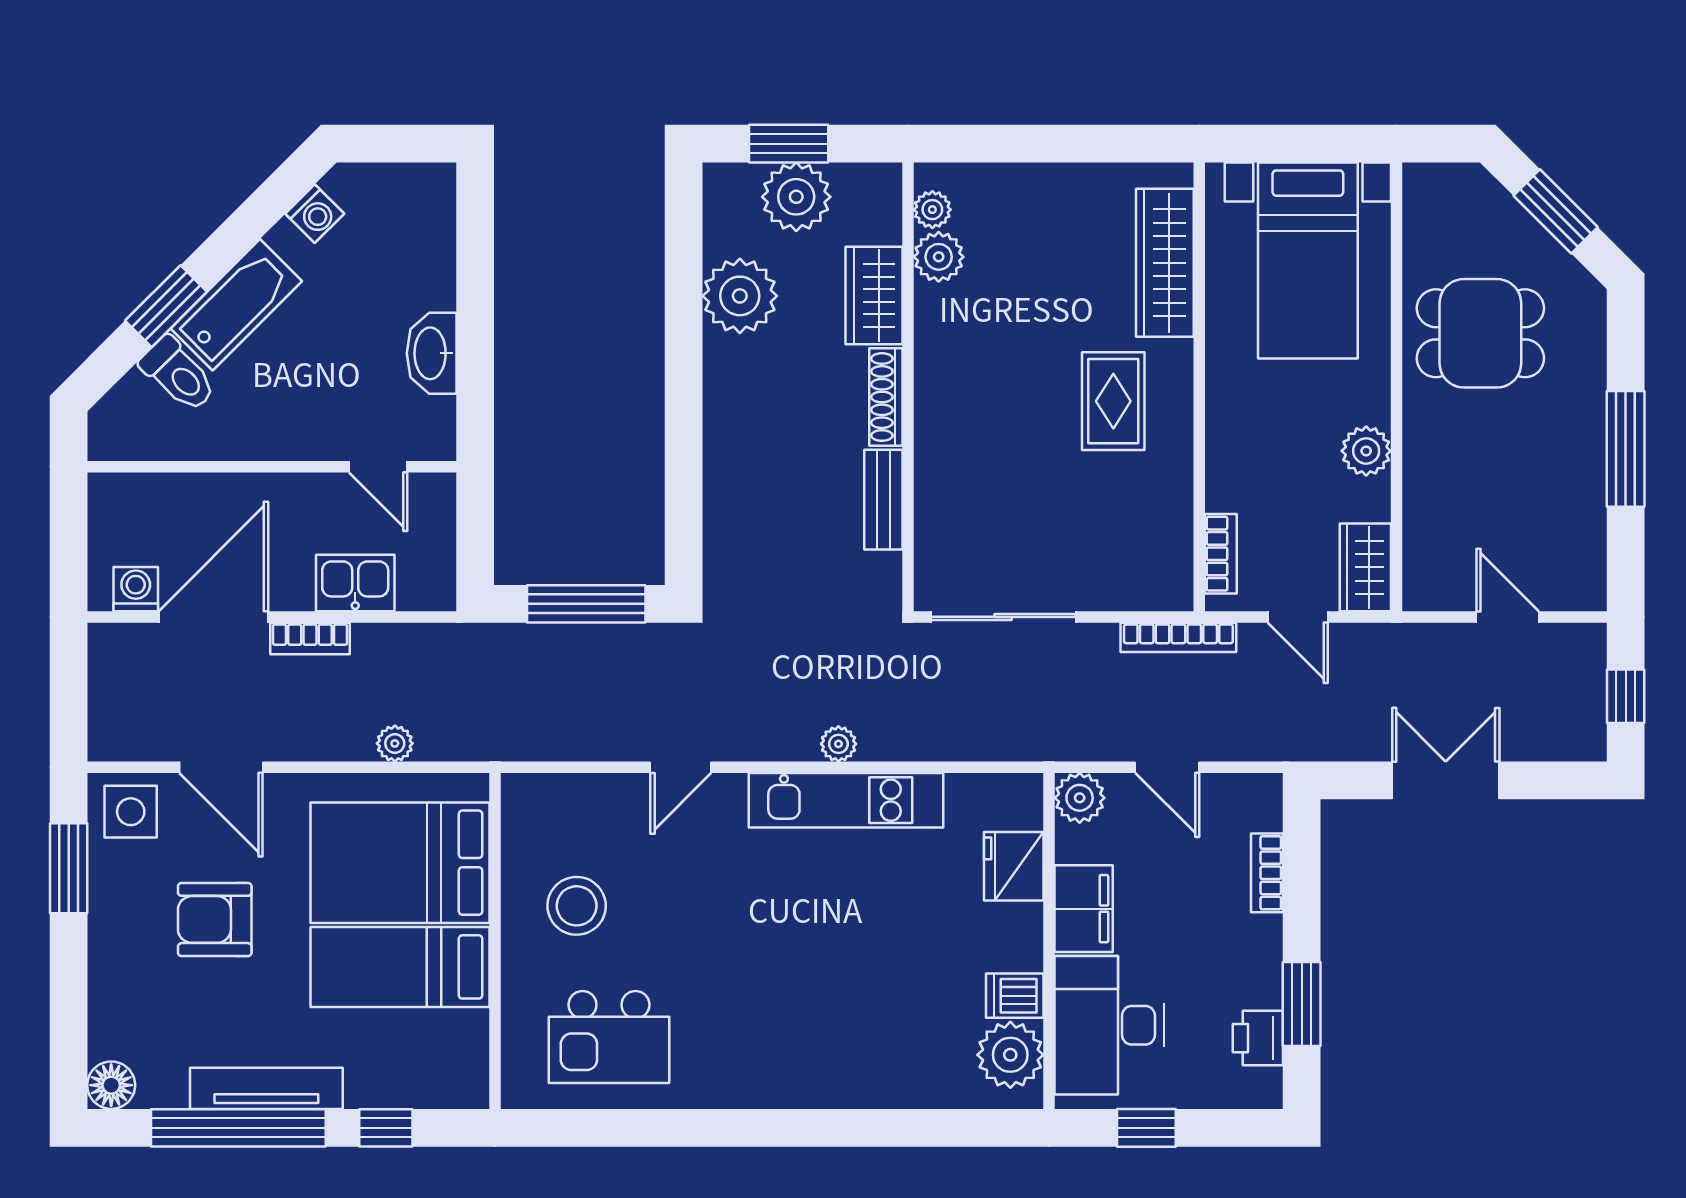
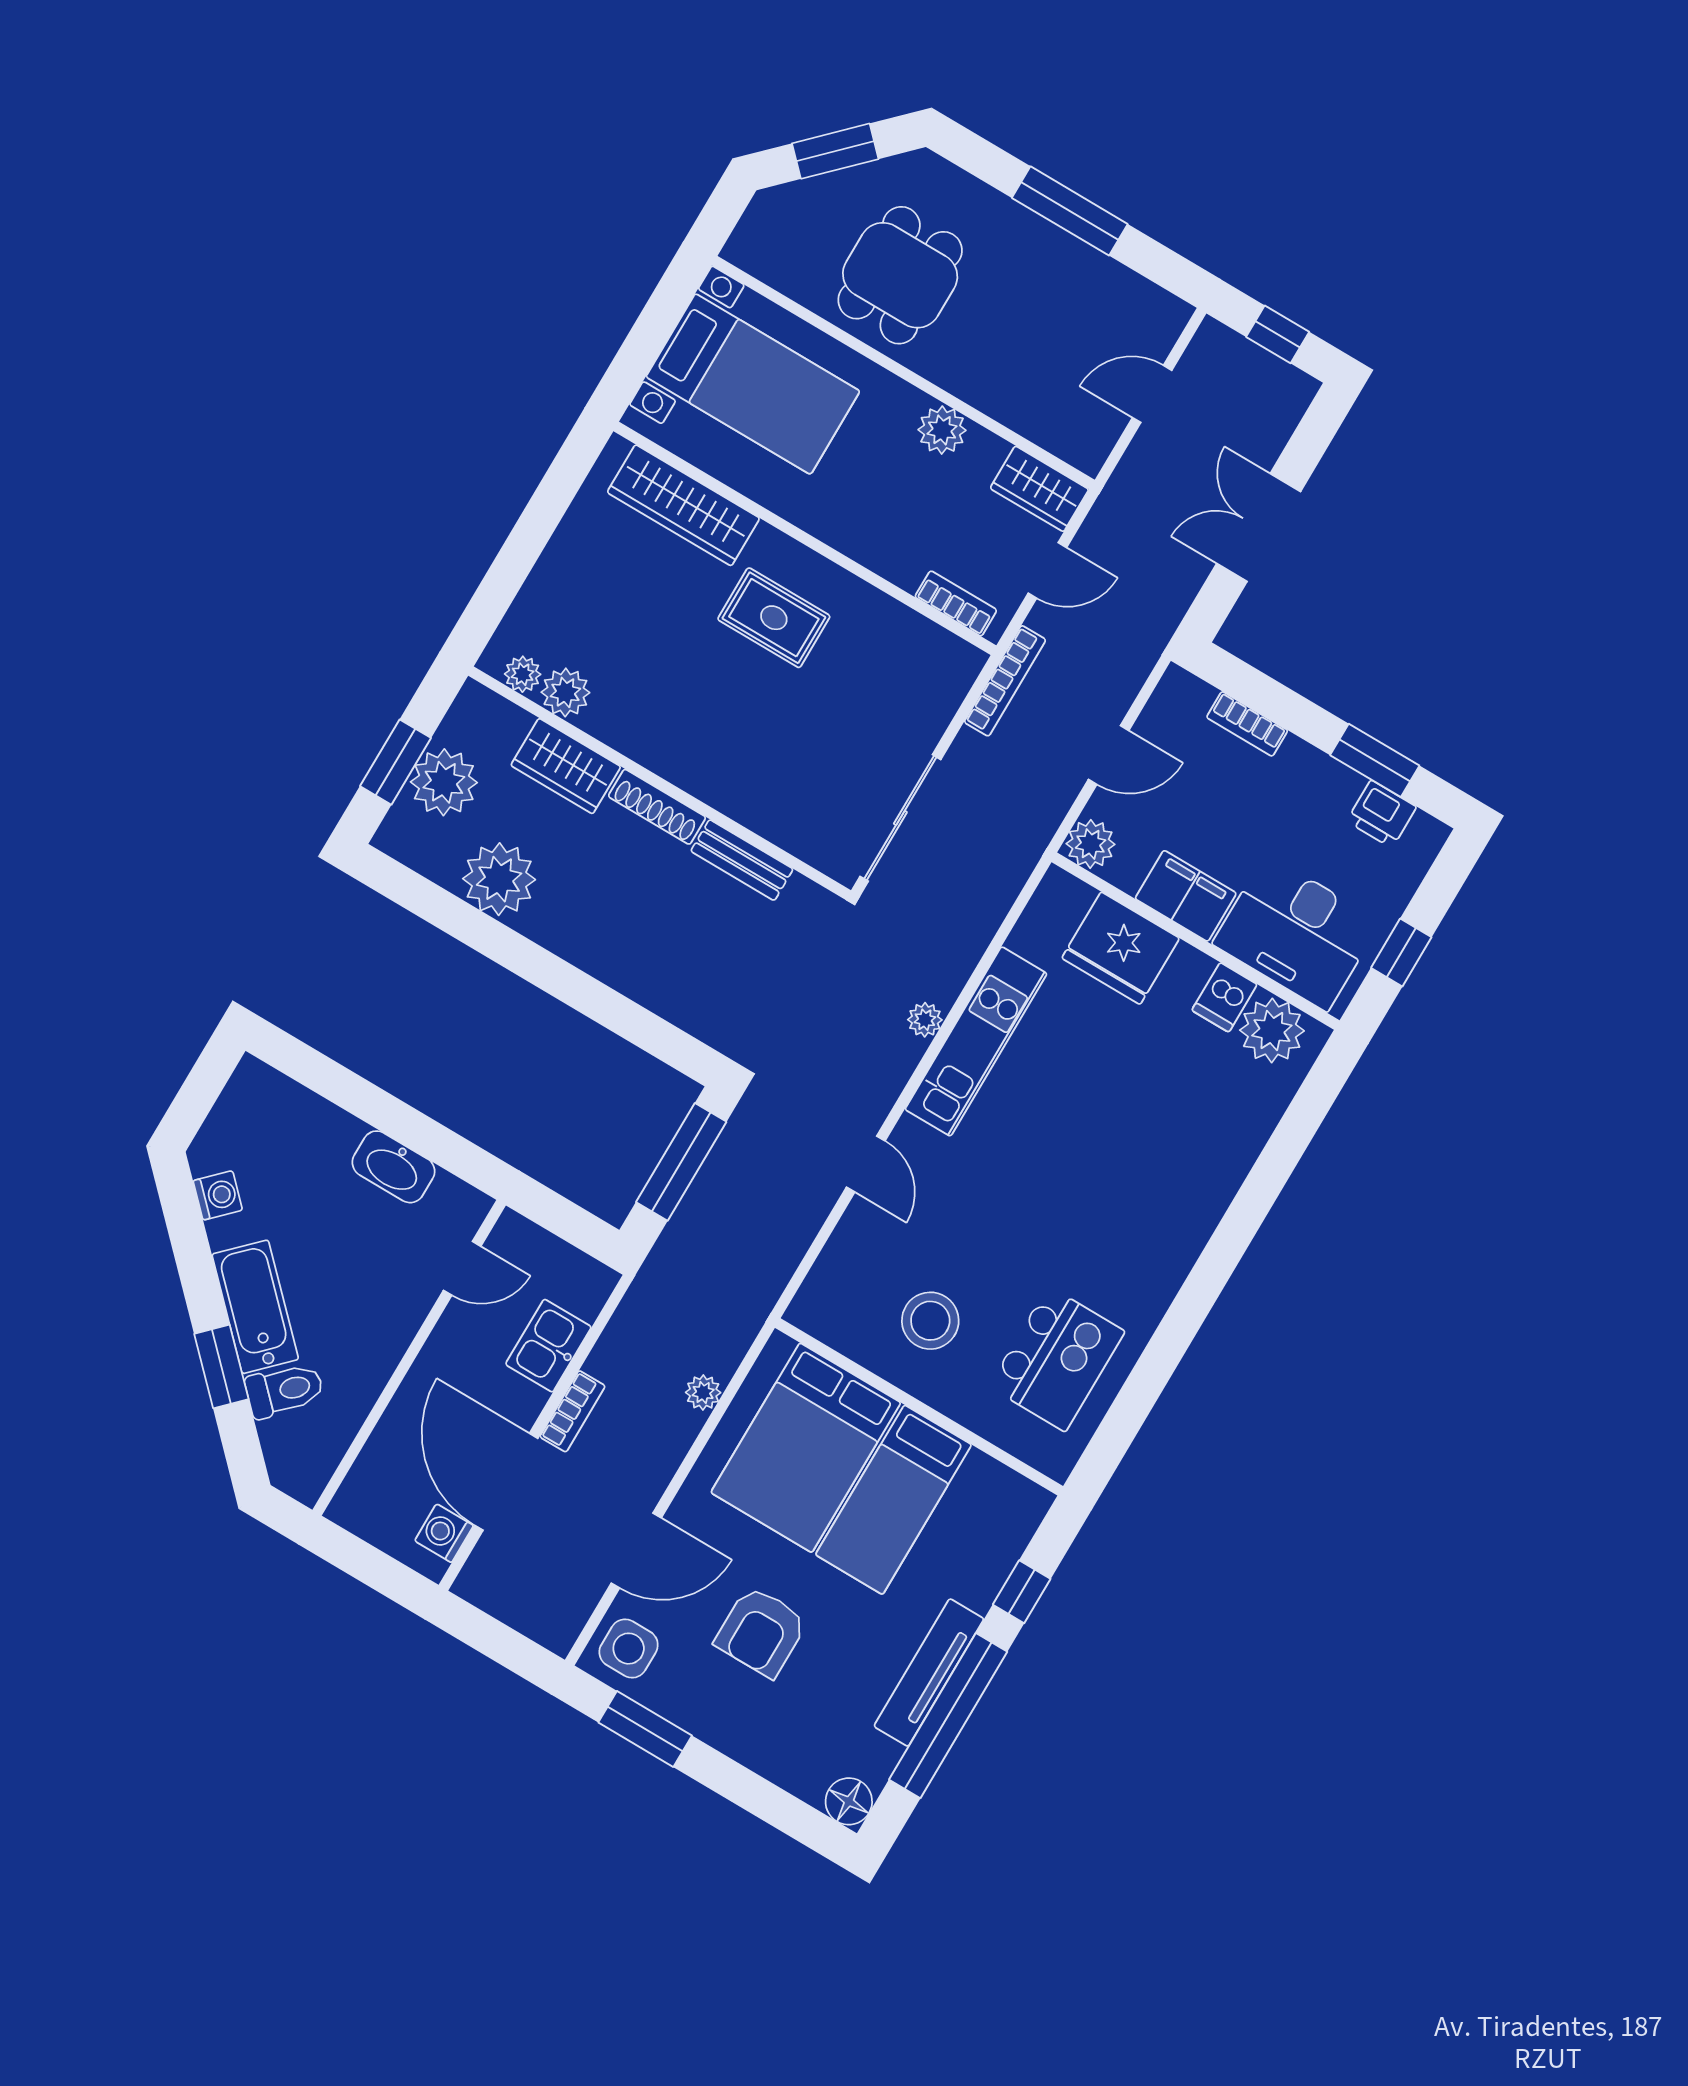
fridge: (1014, 866) -> (1121, 948), width x1.36, depth x1.34

